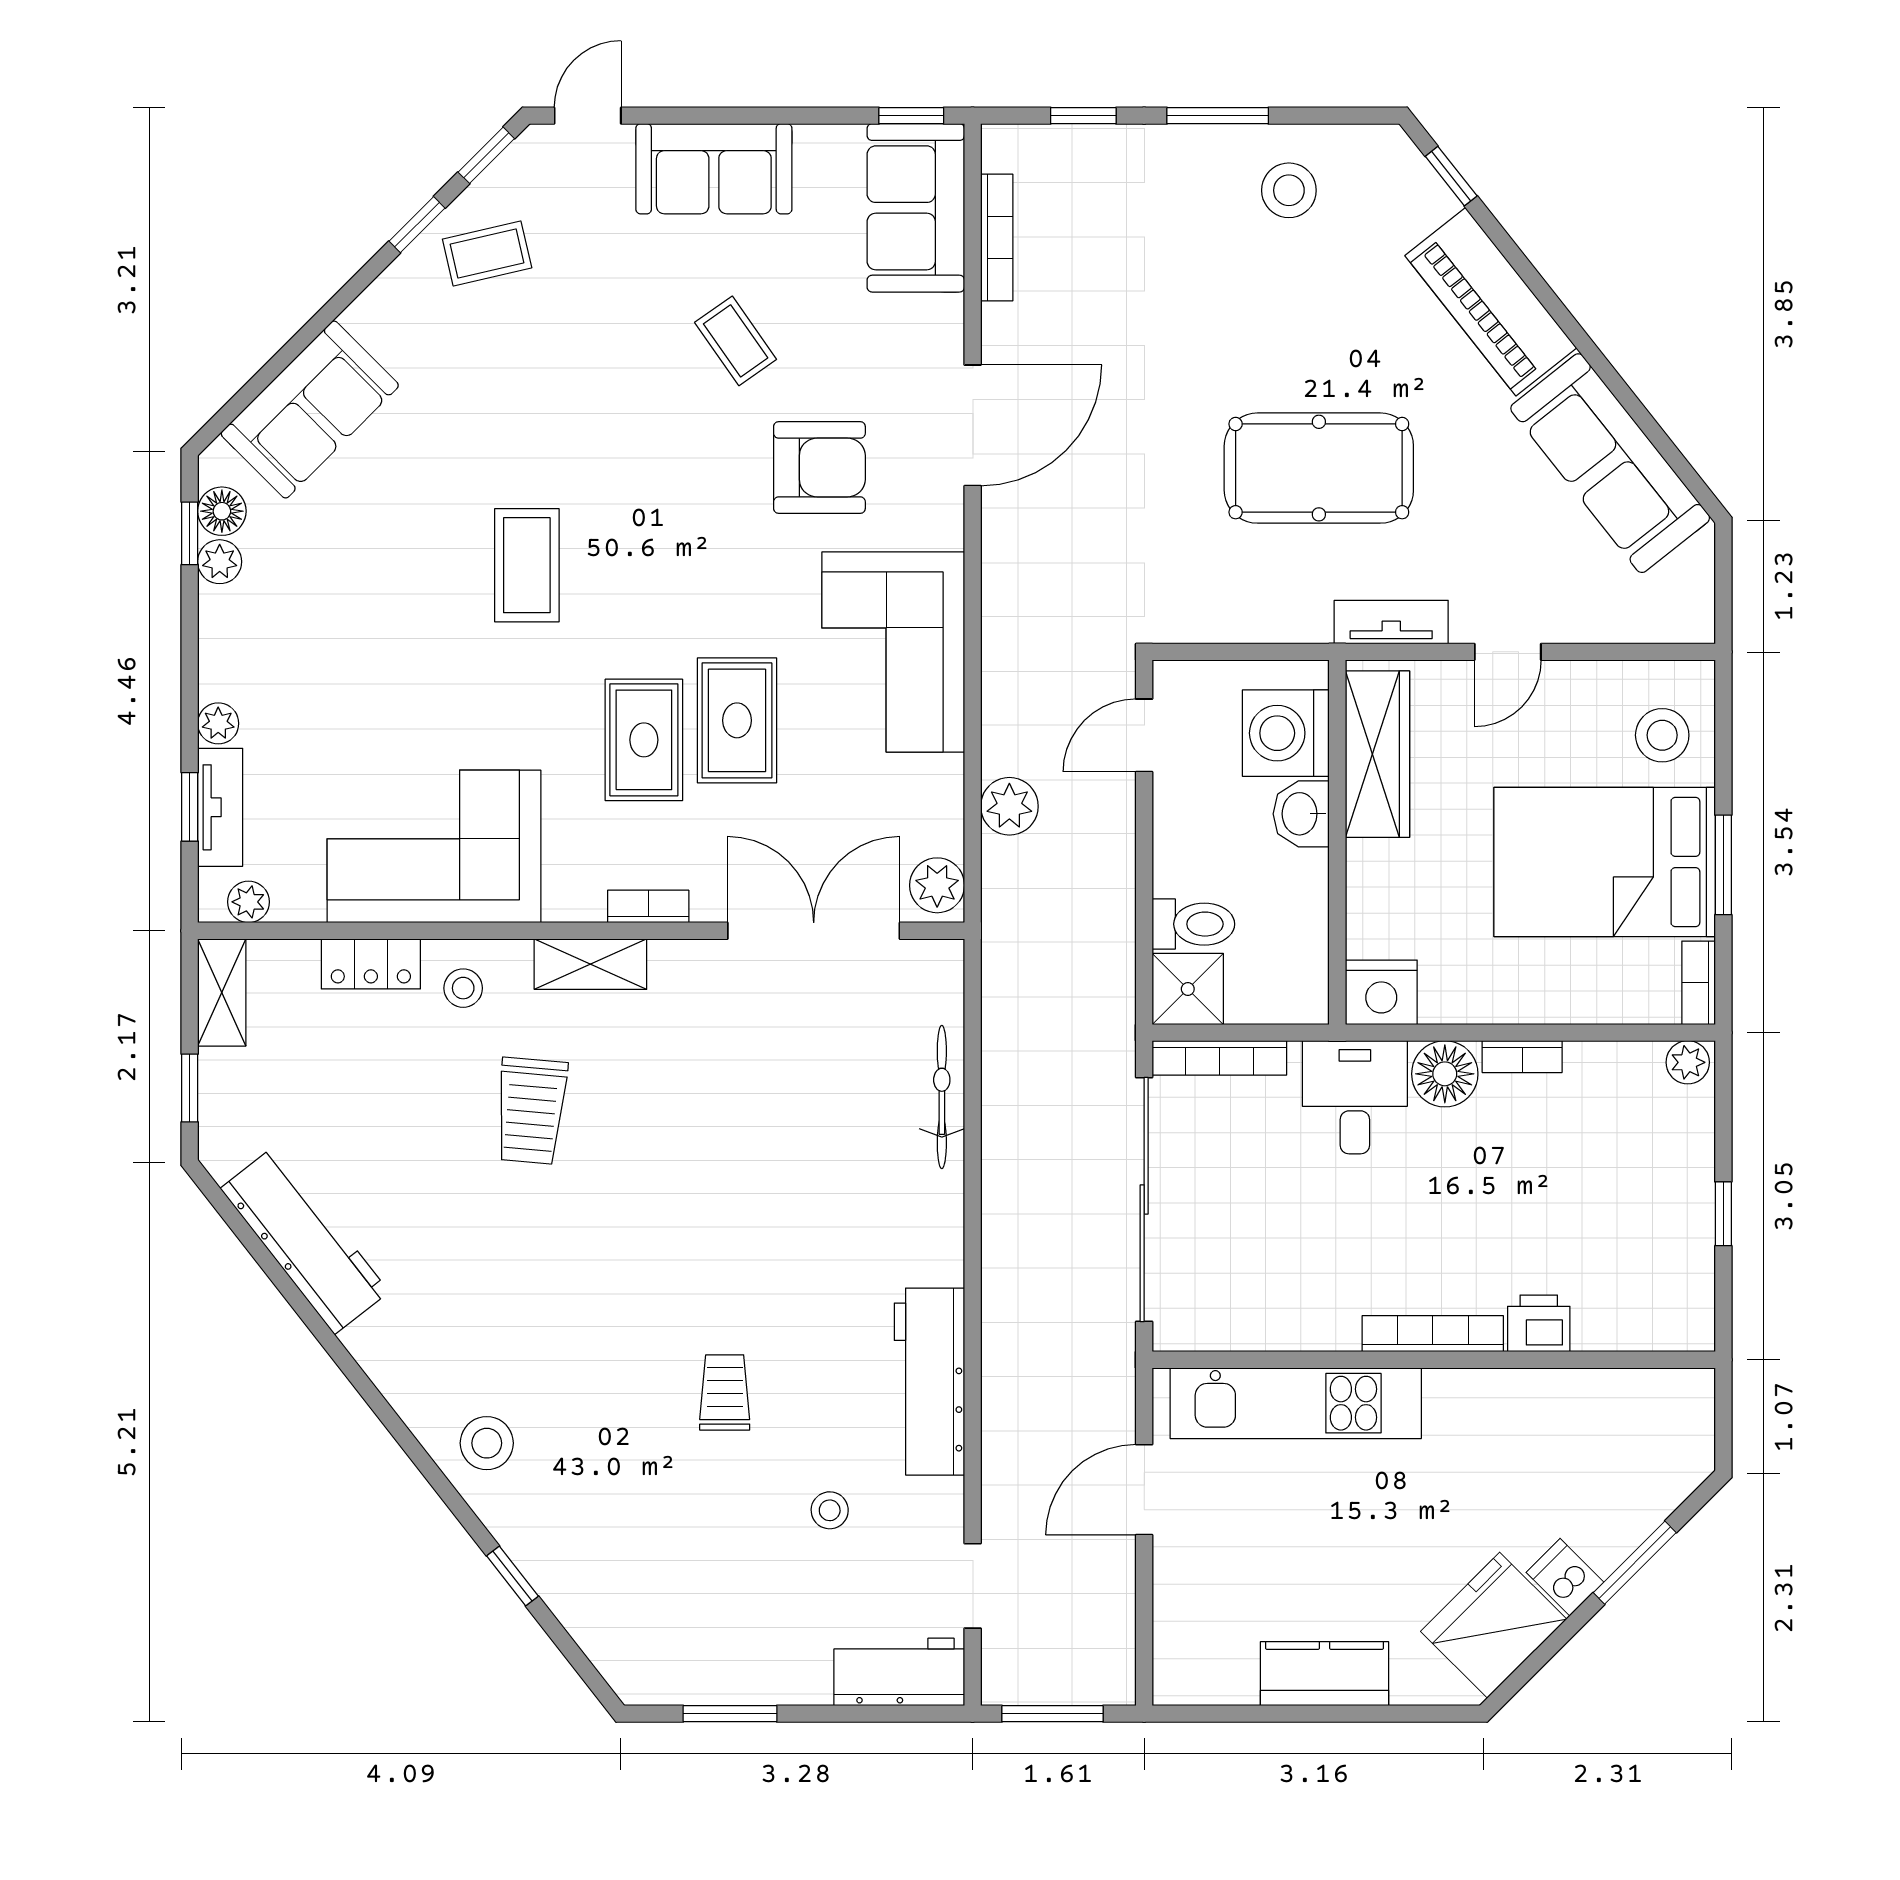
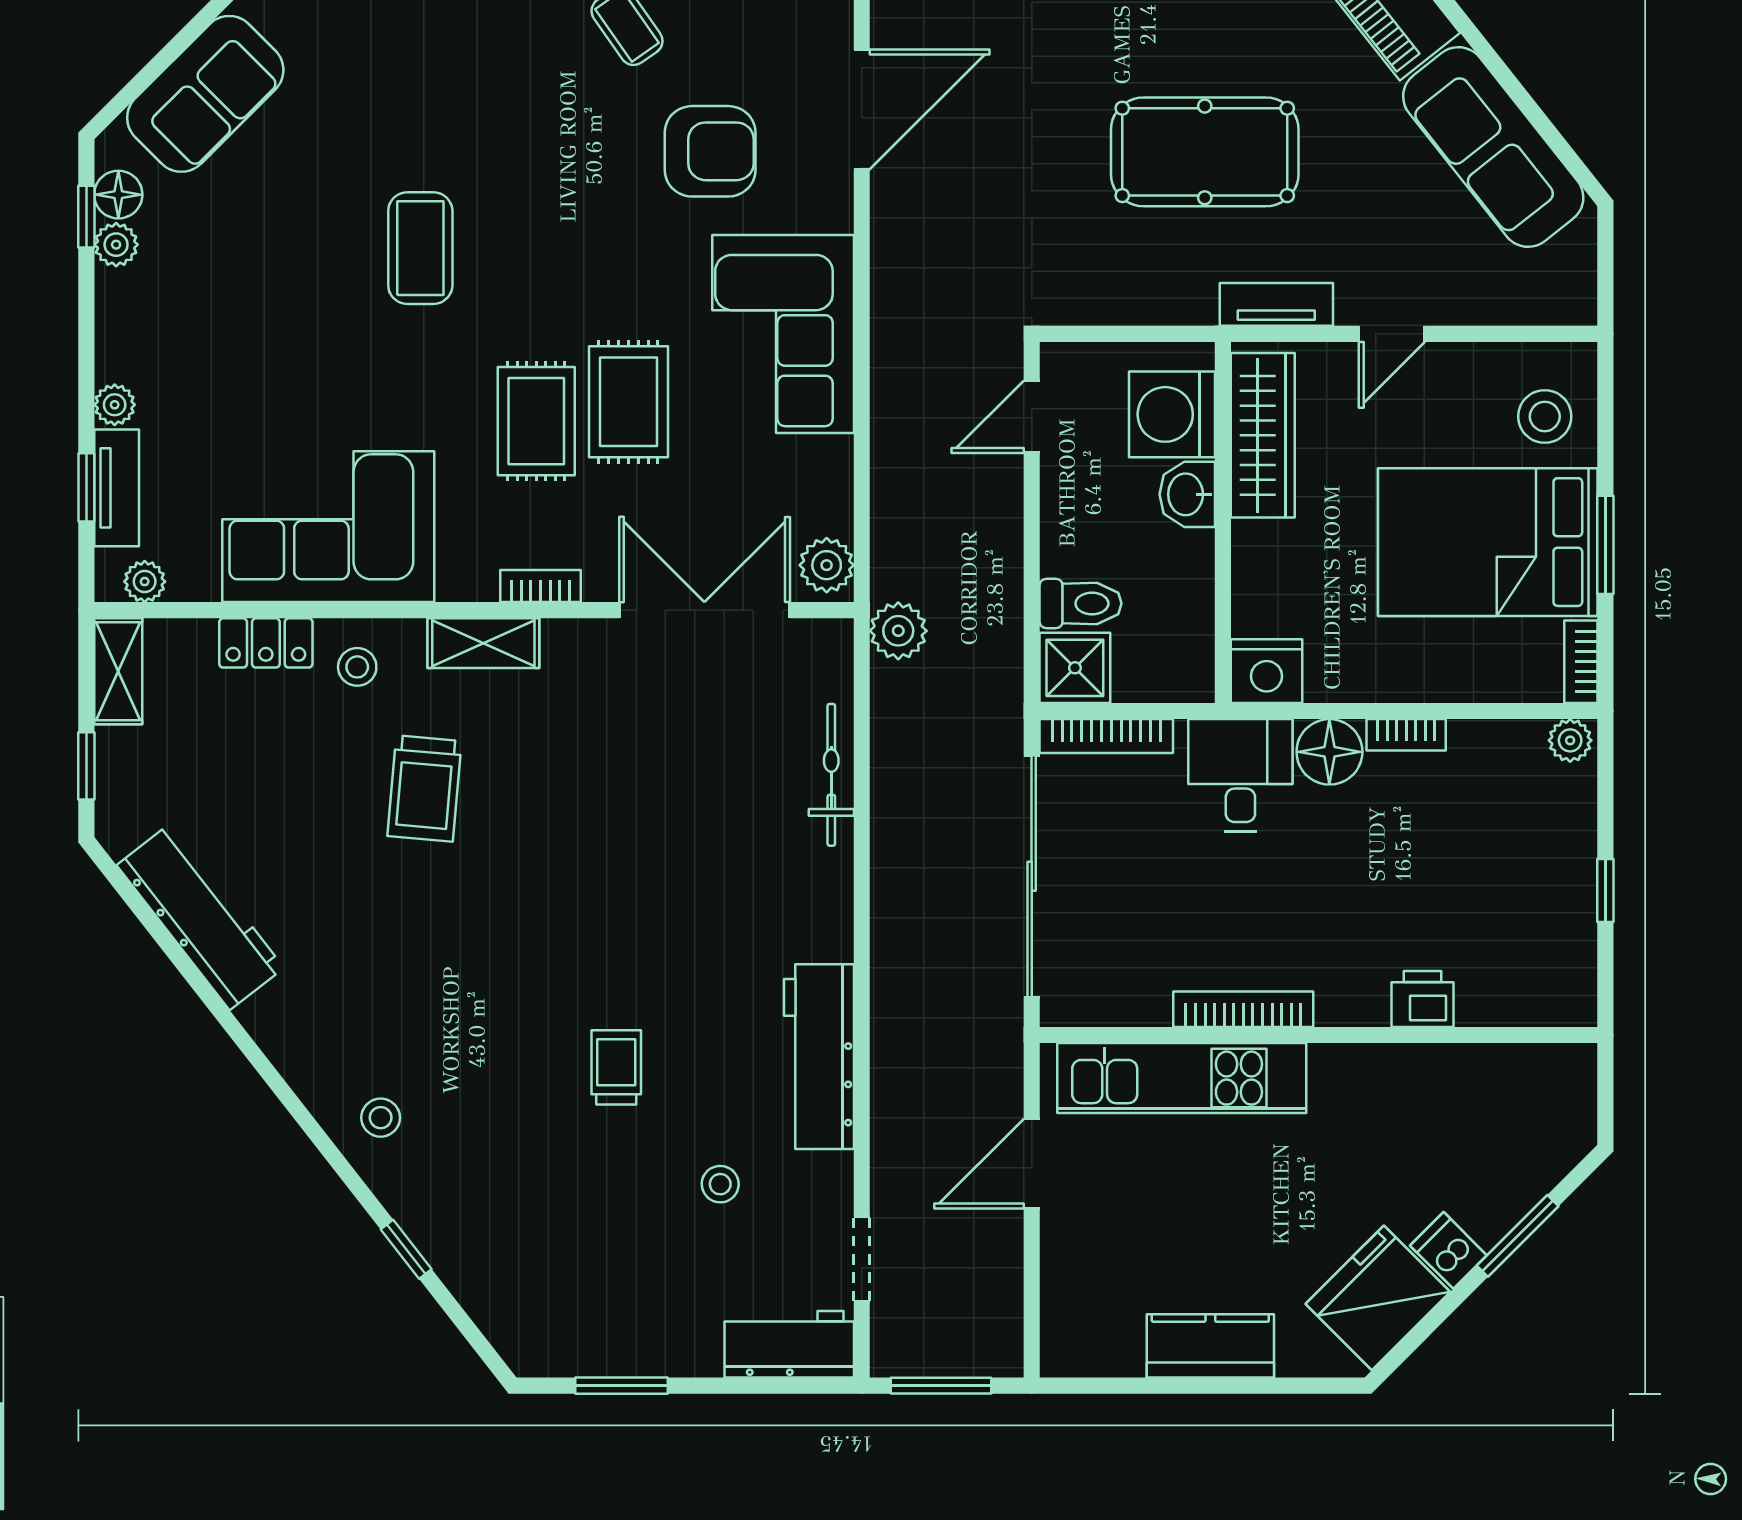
plant: (1009, 806) -> (898, 631), moved
bookcase: (1433, 1334) -> (1243, 1009), moved
stool: (487, 1443) -> (381, 1118), width x0.73, depth x0.73

